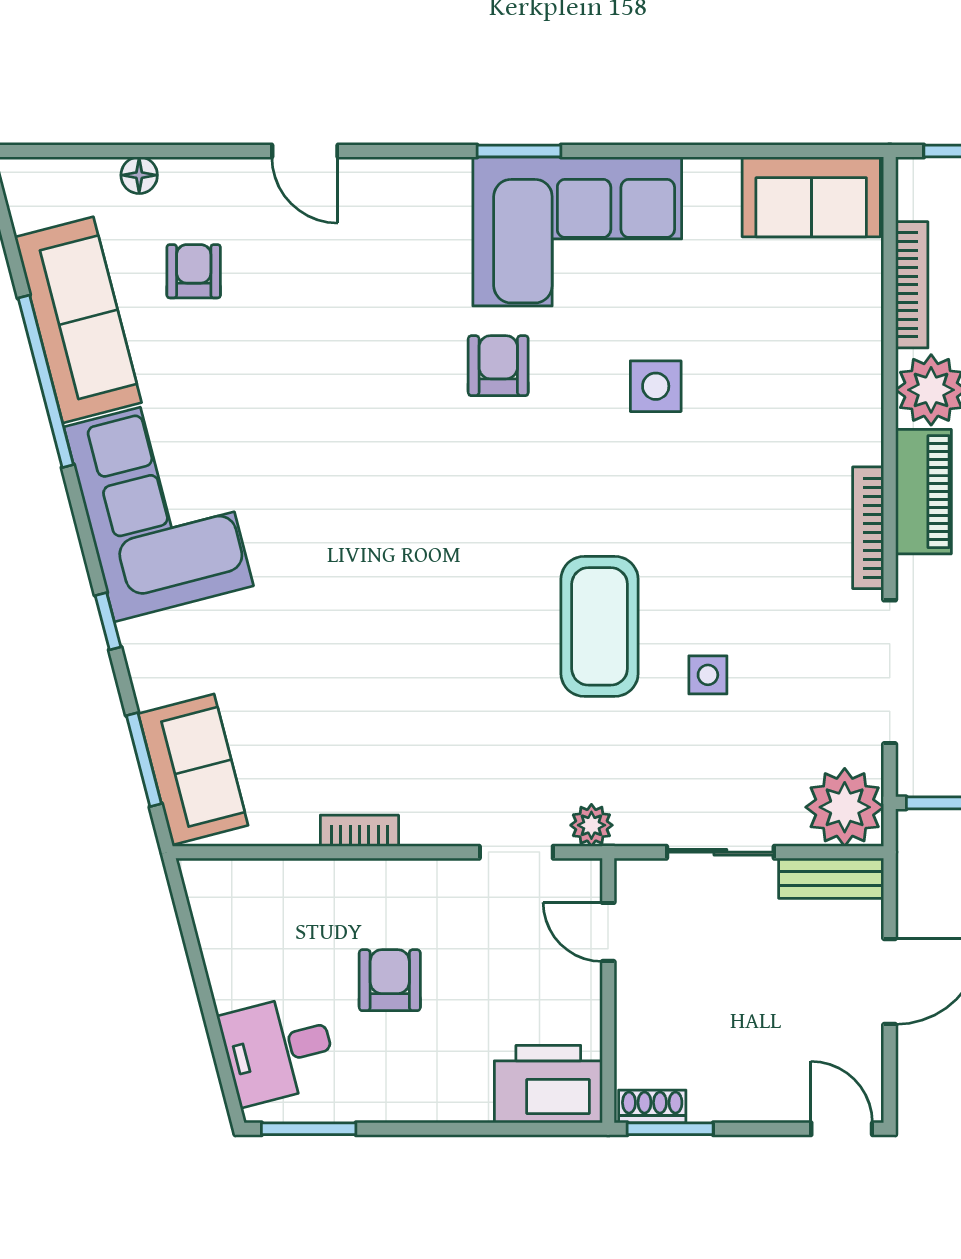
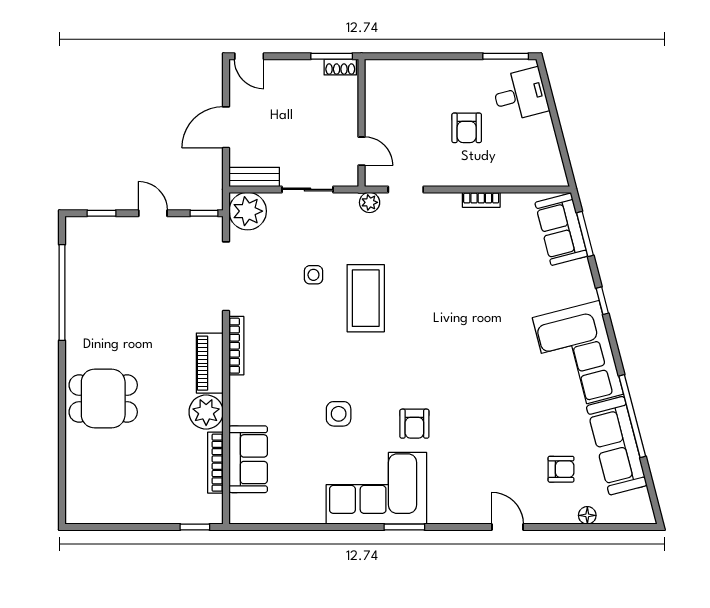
sofa: (811, 197) -> (248, 459), moved, turned 90
armchair: (194, 271) -> (561, 469), turned -90
printer: (548, 1084) -> (390, 78), removed

